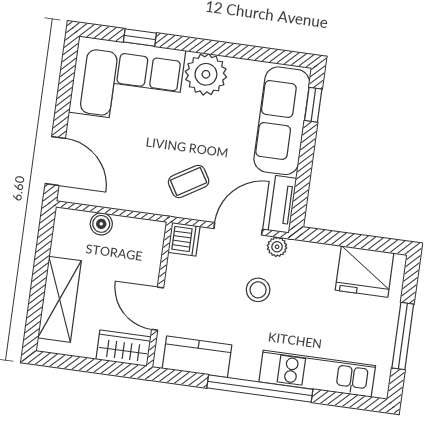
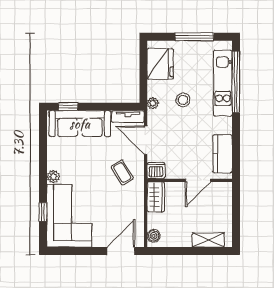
plant: (206, 74) -> (53, 177), width x0.53, depth x0.53
boiler: (101, 224) -> (154, 236), moved
plant: (277, 247) -> (153, 103), moved
stool: (258, 290) -> (183, 100), moved
shelving: (60, 299) -> (208, 240), width x0.67, depth x0.75
wardrobe: (123, 348) -> (156, 197), moved, turned 180
window: (260, 389) -> (236, 82), moved

